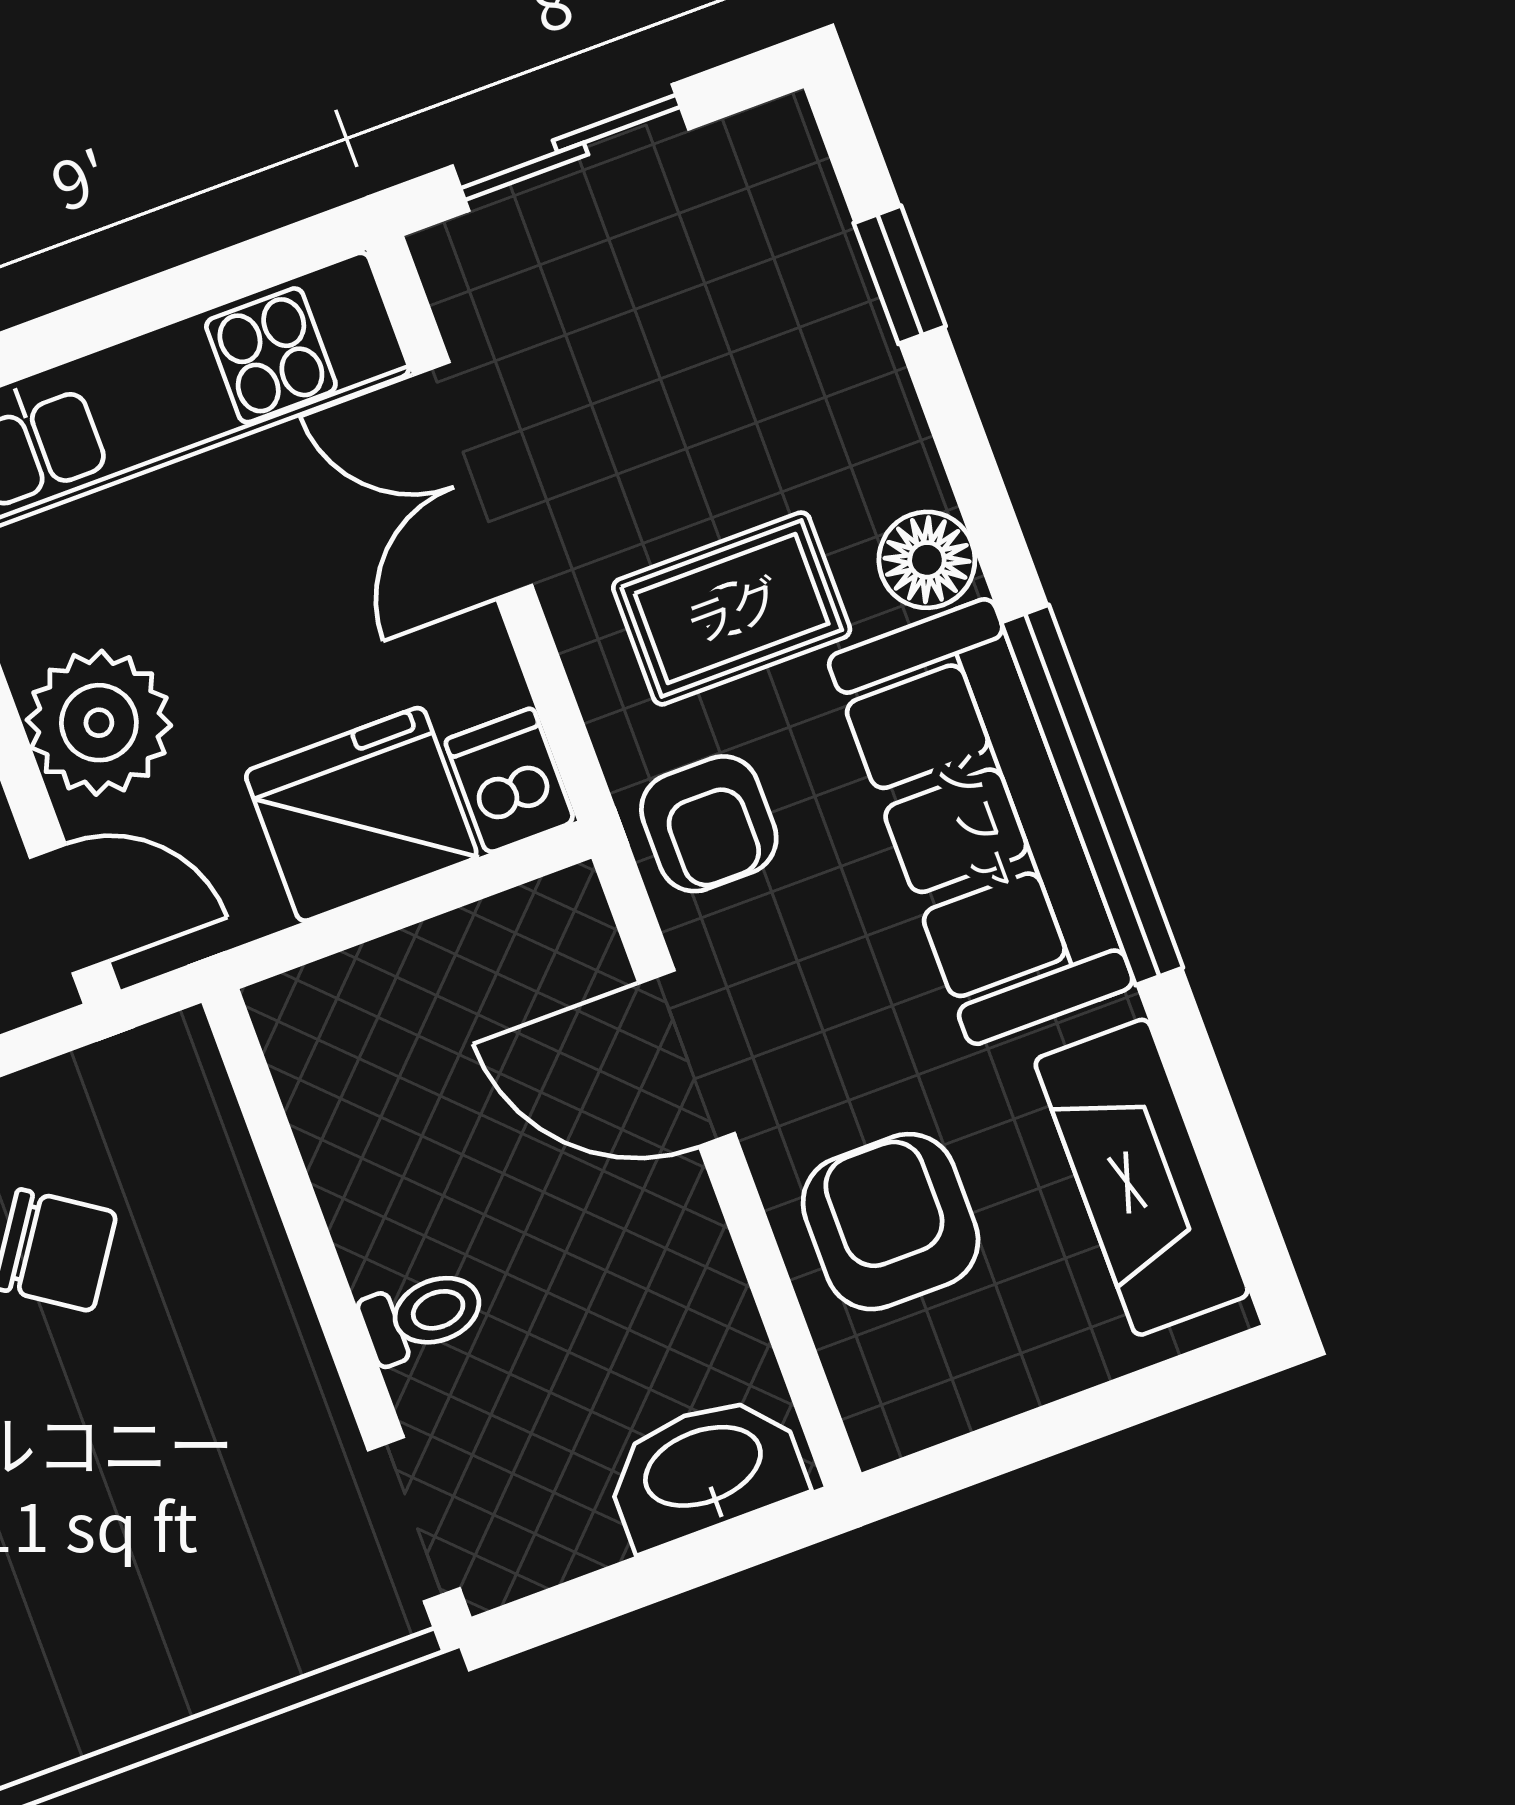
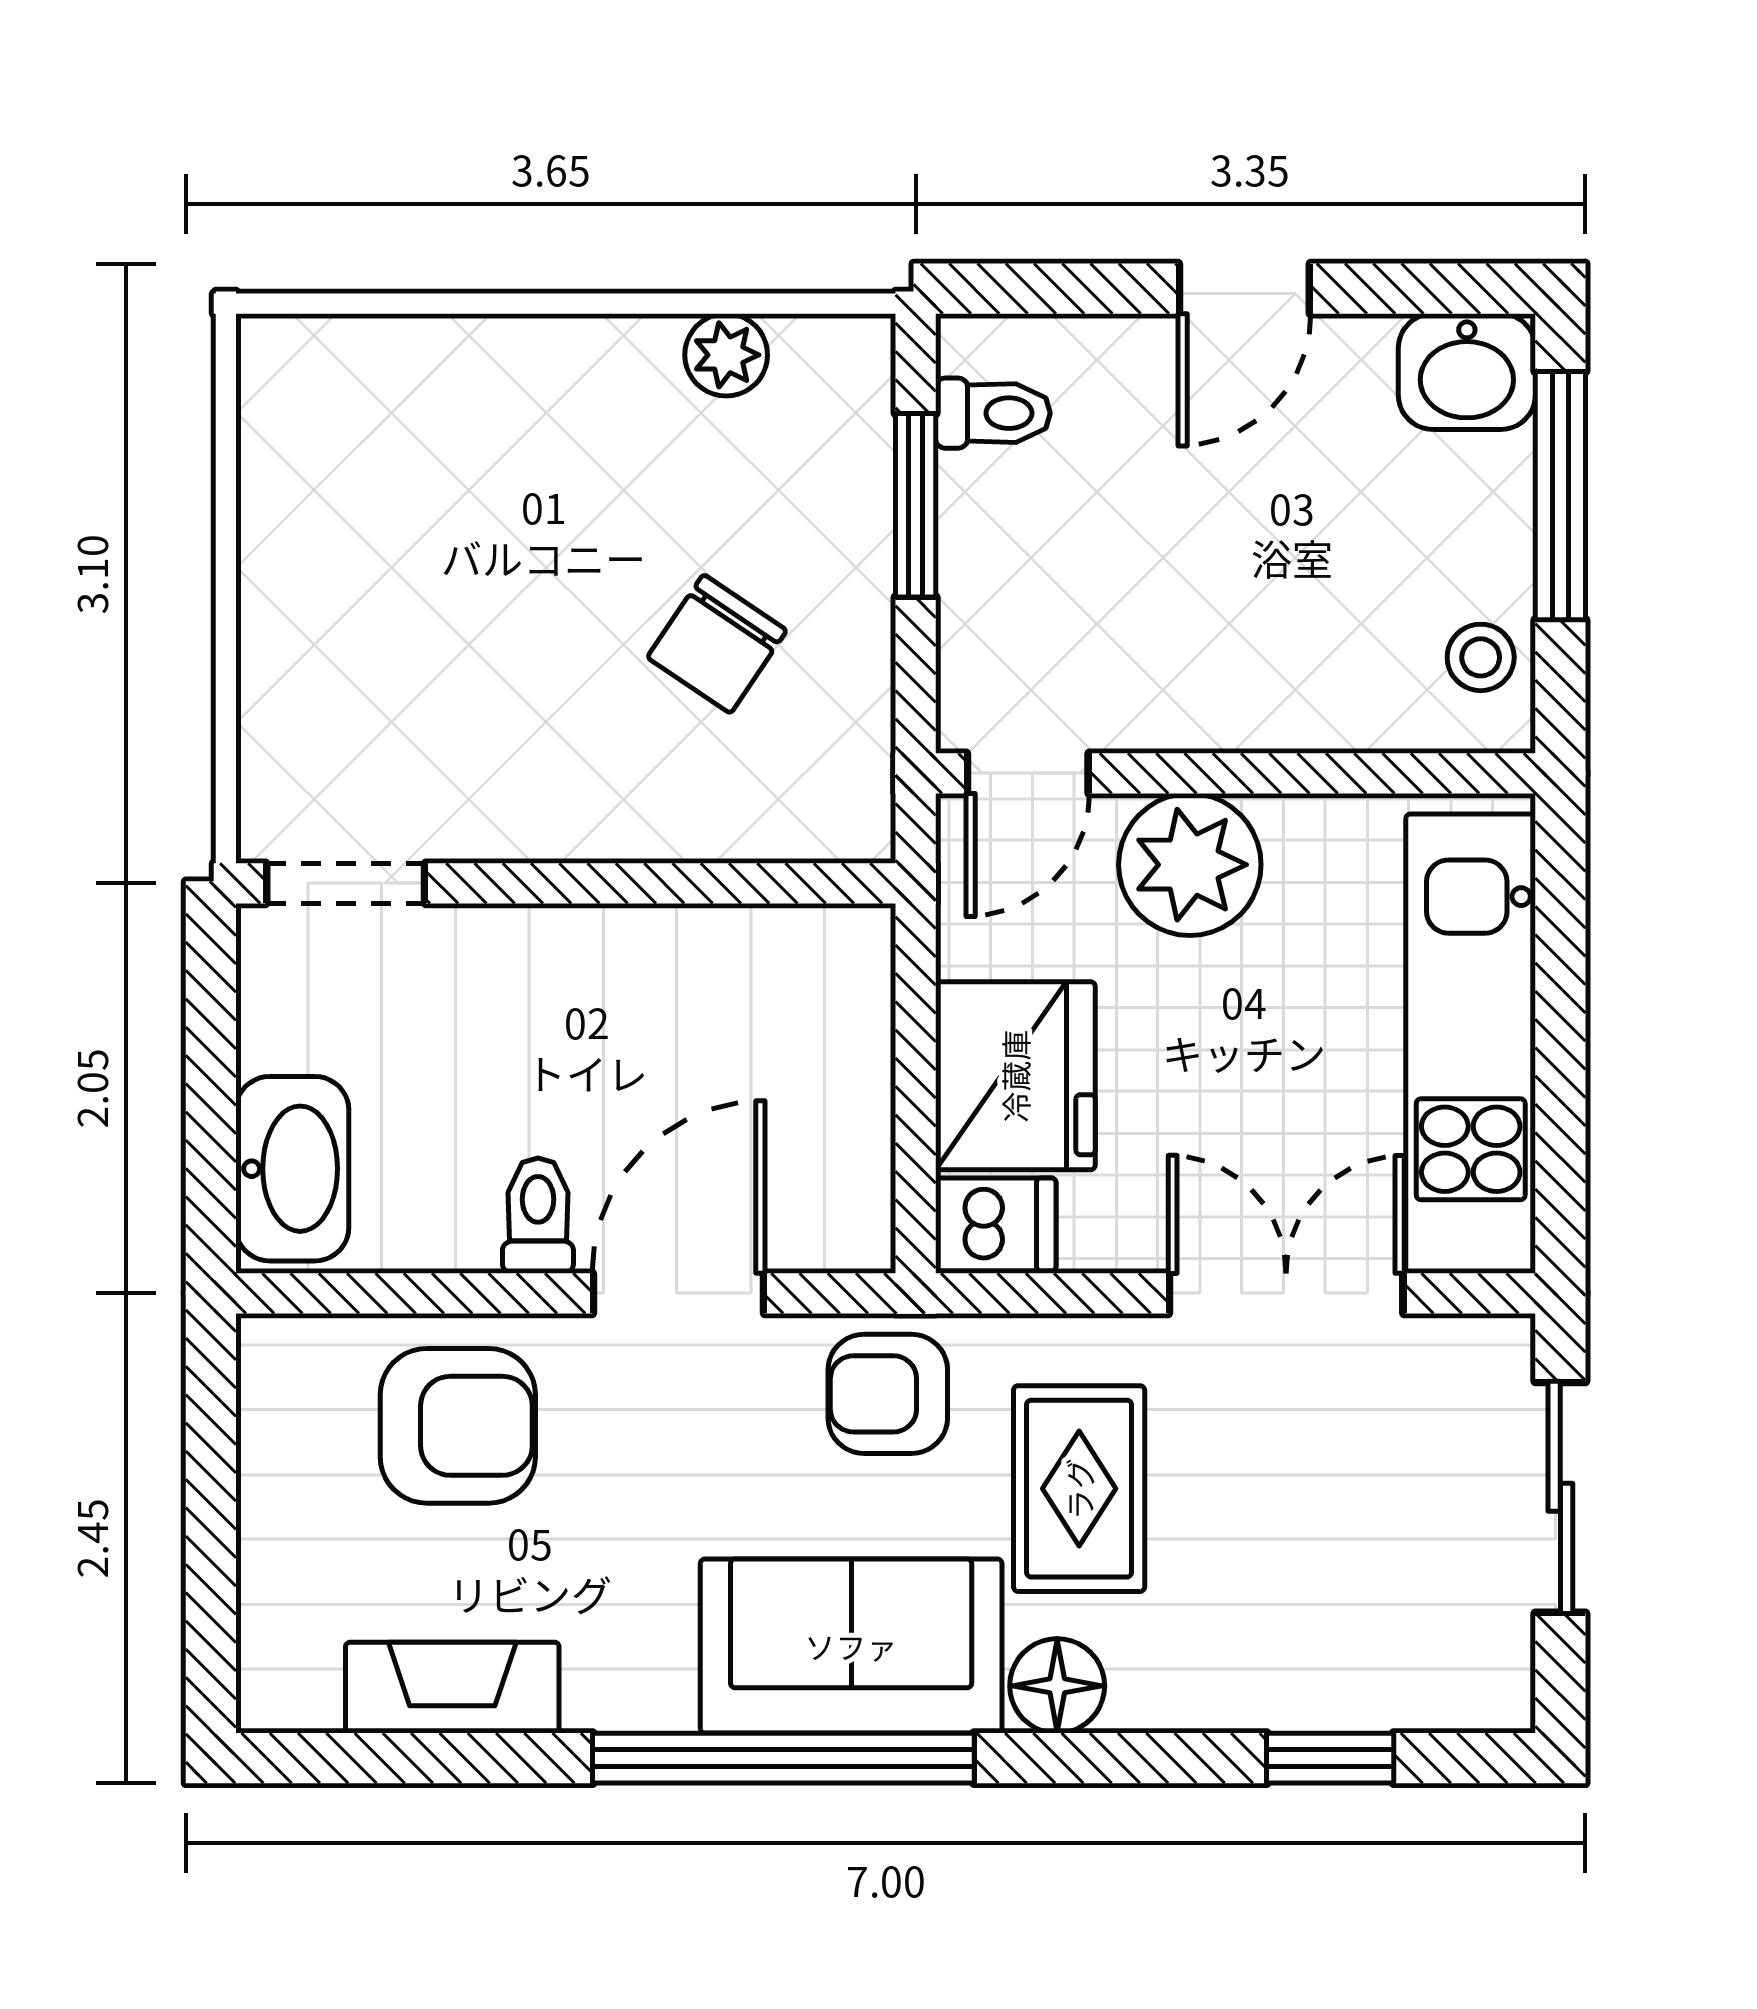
sofa: (981, 822) -> (851, 1646), width x0.73
fireplace: (1142, 1177) -> (452, 1688), width x0.73, depth x0.76
toilet: (423, 1315) -> (538, 1216), moved, turned 180

